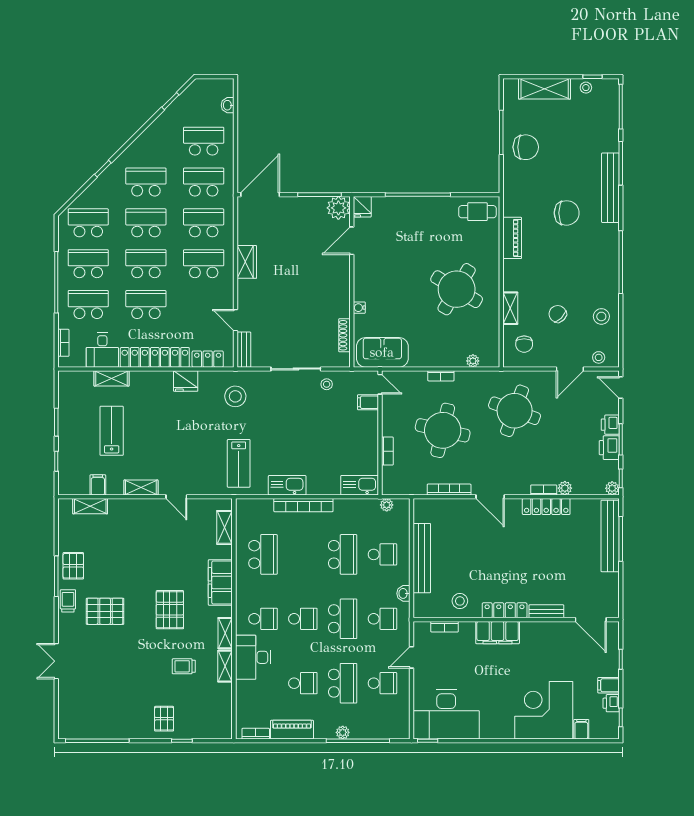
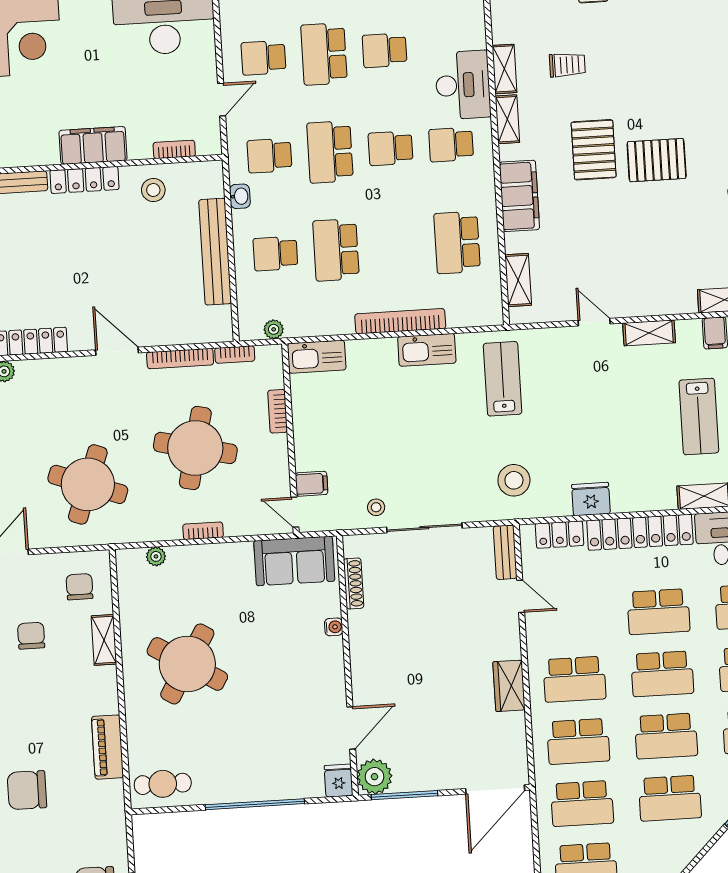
chair: (558, 314) -> (31, 636), turned -135
bookcase: (544, 490) -> (235, 355), moved
pallet: (105, 611) -> (657, 160), moved

